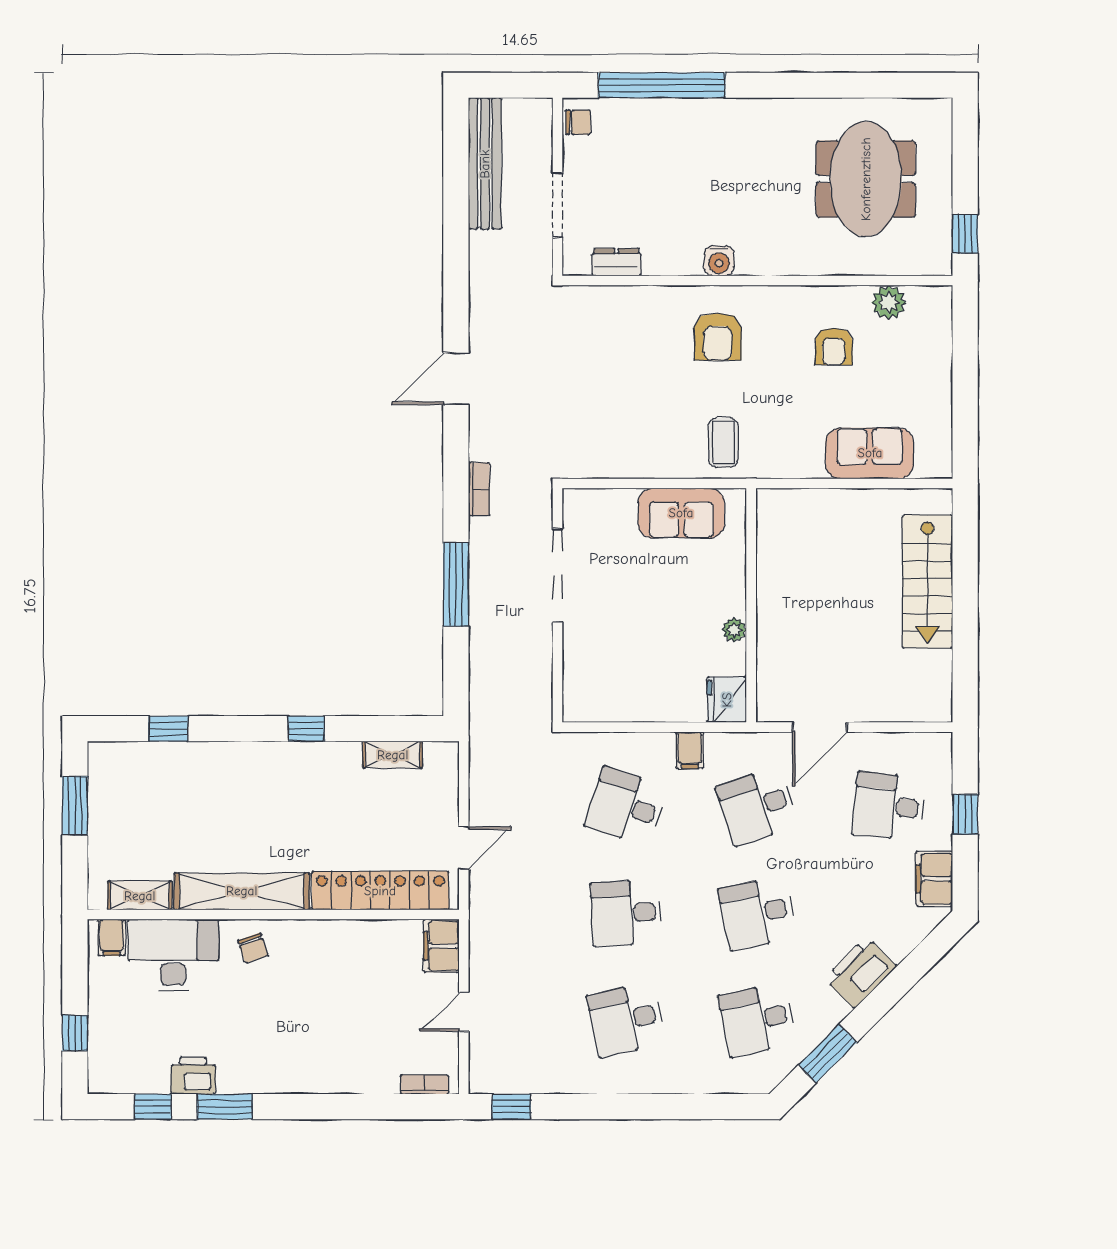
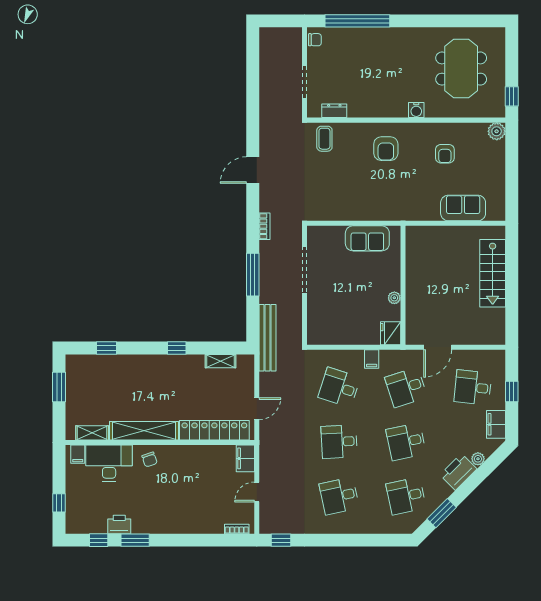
bench: (485, 164) -> (267, 338), moved
water cooler: (719, 261) -> (416, 110), moved
plant: (889, 302) -> (497, 131), moved
coffee table: (723, 442) -> (324, 139), moved
plant: (899, 947) -> (478, 459), added

